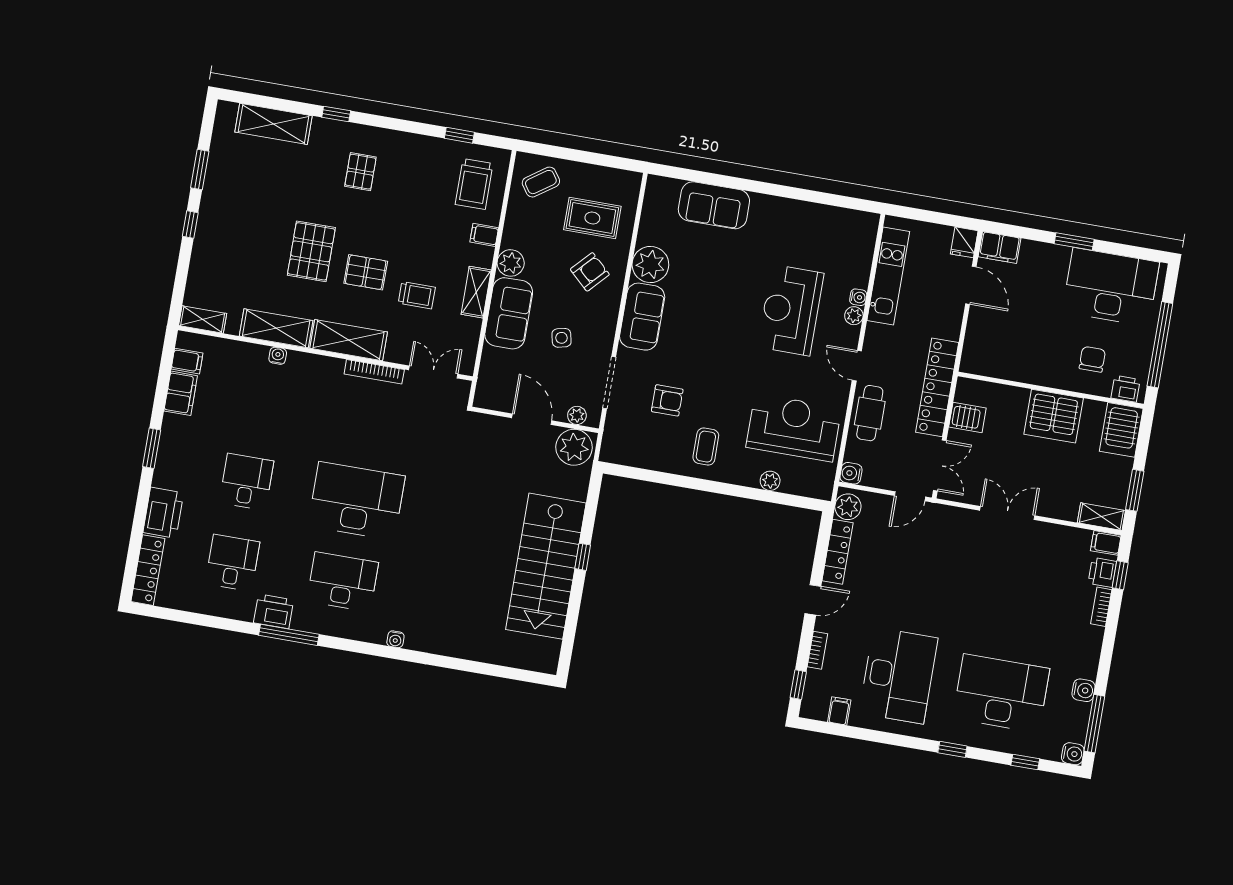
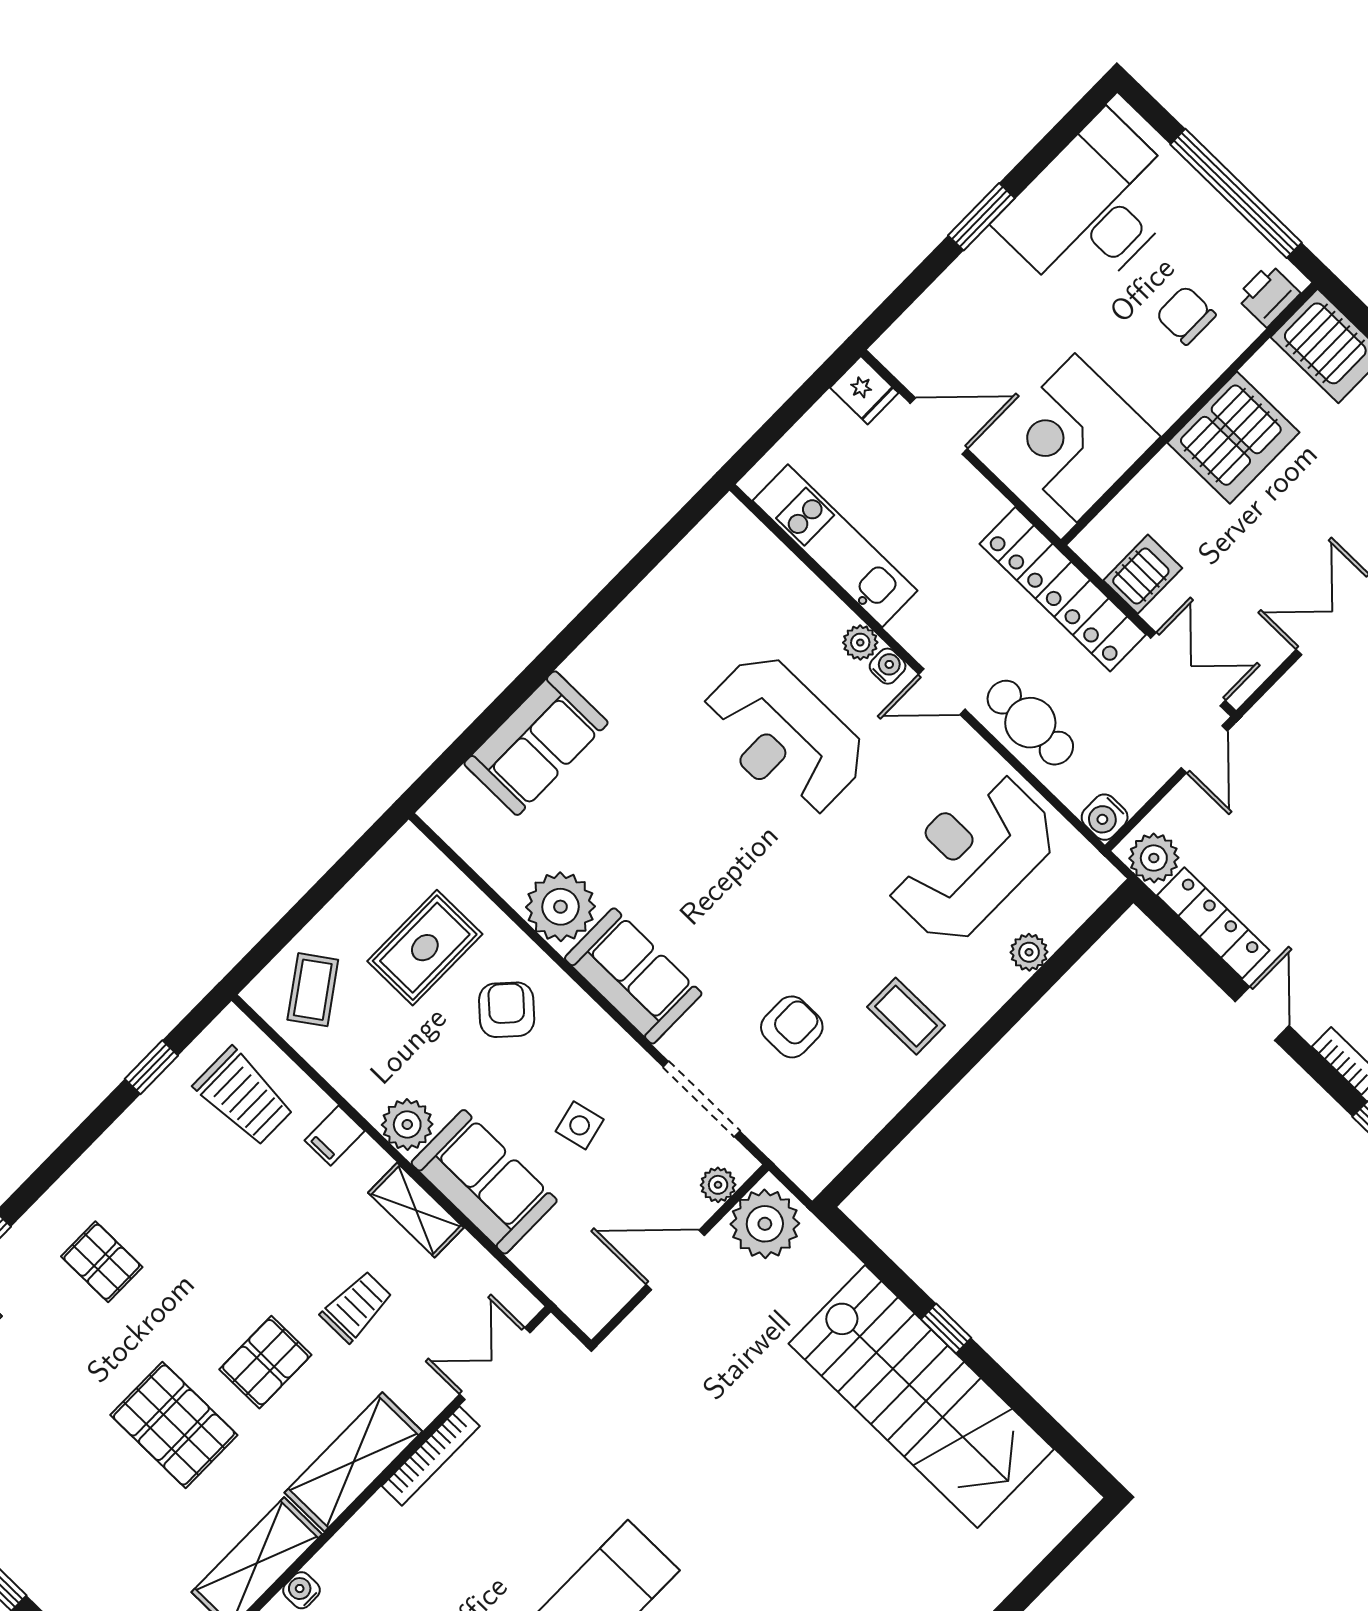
filing cabinet: (999, 248) -> (910, 340), removed
water cooler: (858, 297) -> (888, 666), moved
corner desk: (1007, 348) -> (1076, 438), added

